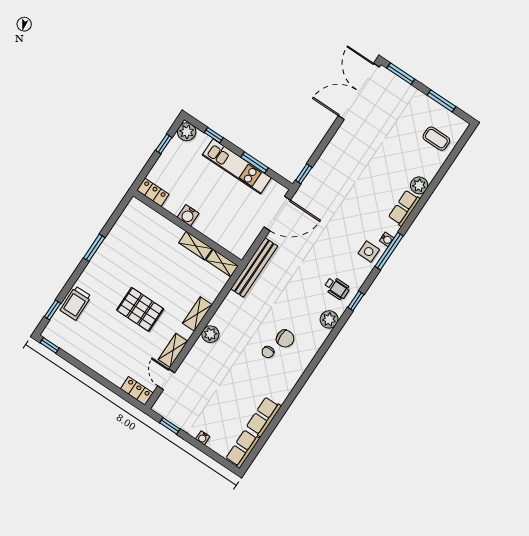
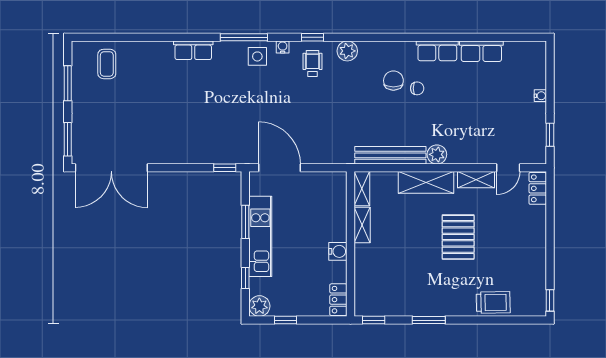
plant: (419, 185) -> (162, 51), removed
water cooler: (387, 239) -> (283, 47), moved
bench: (254, 267) -> (390, 155), moved
window: (53, 310) -> (374, 320), moved
shelving: (197, 314) -> (426, 182), width x1.50, depth x1.33
row of seats: (243, 449) -> (437, 51), moved

